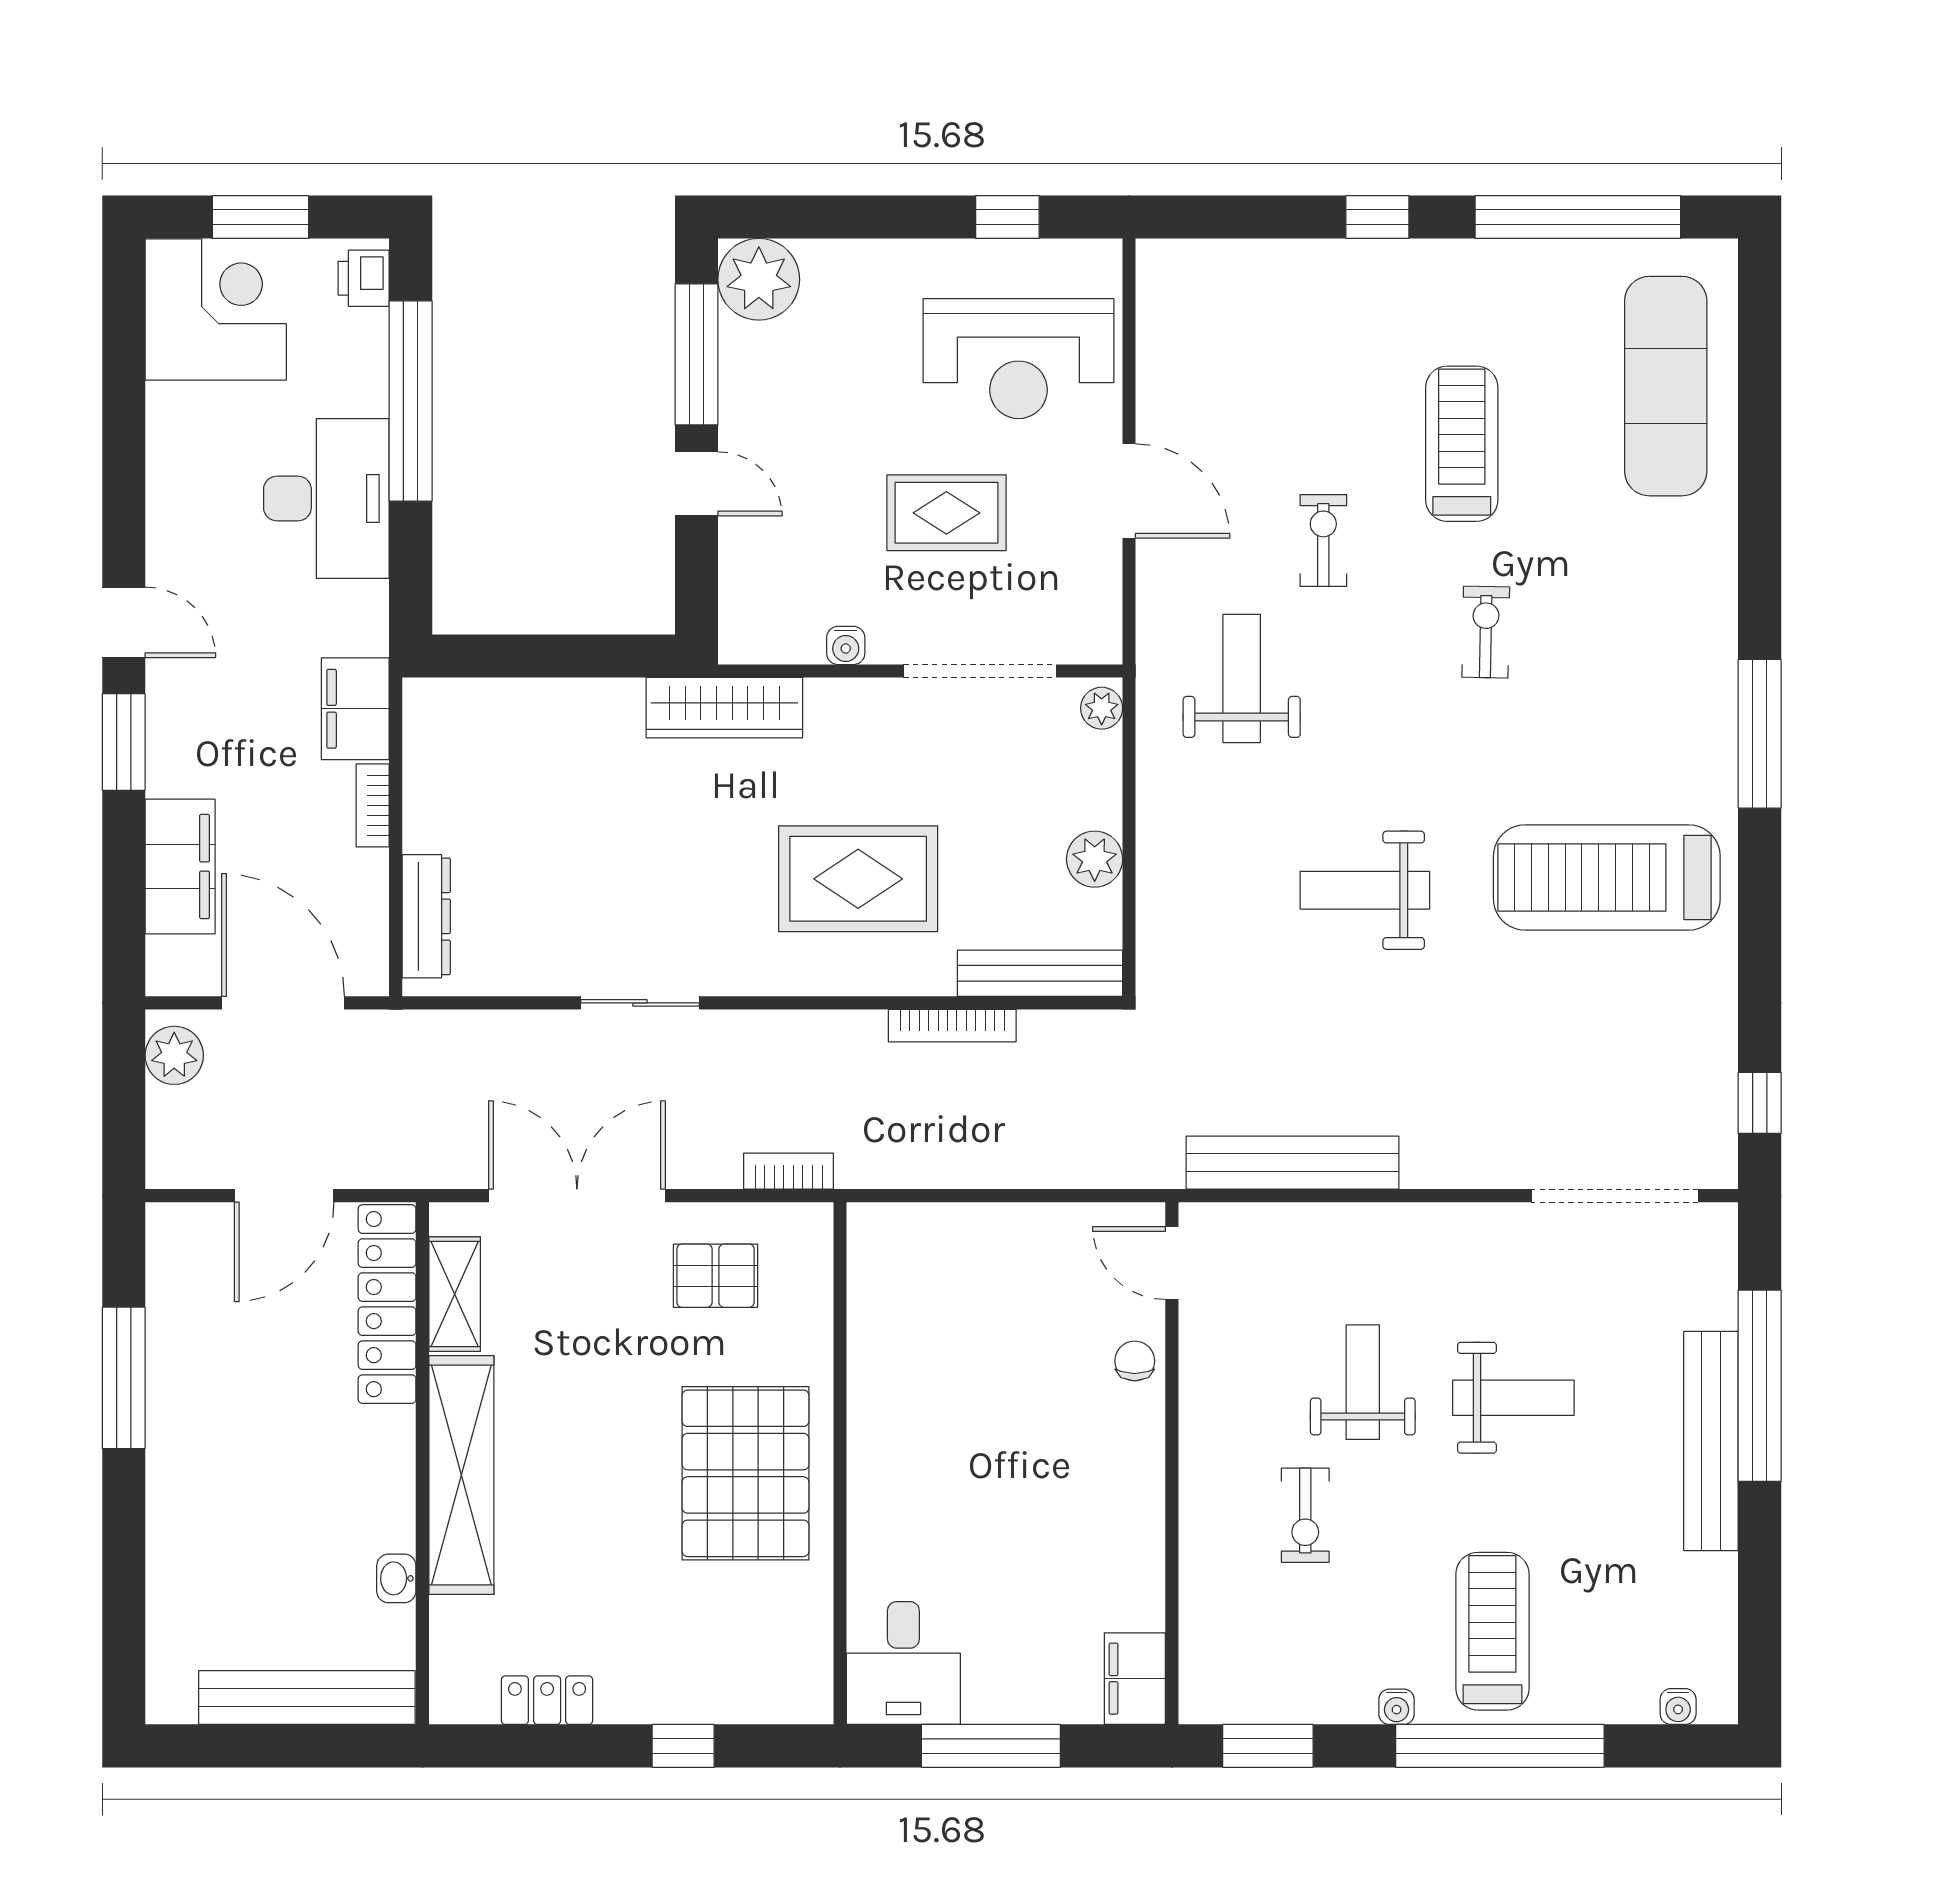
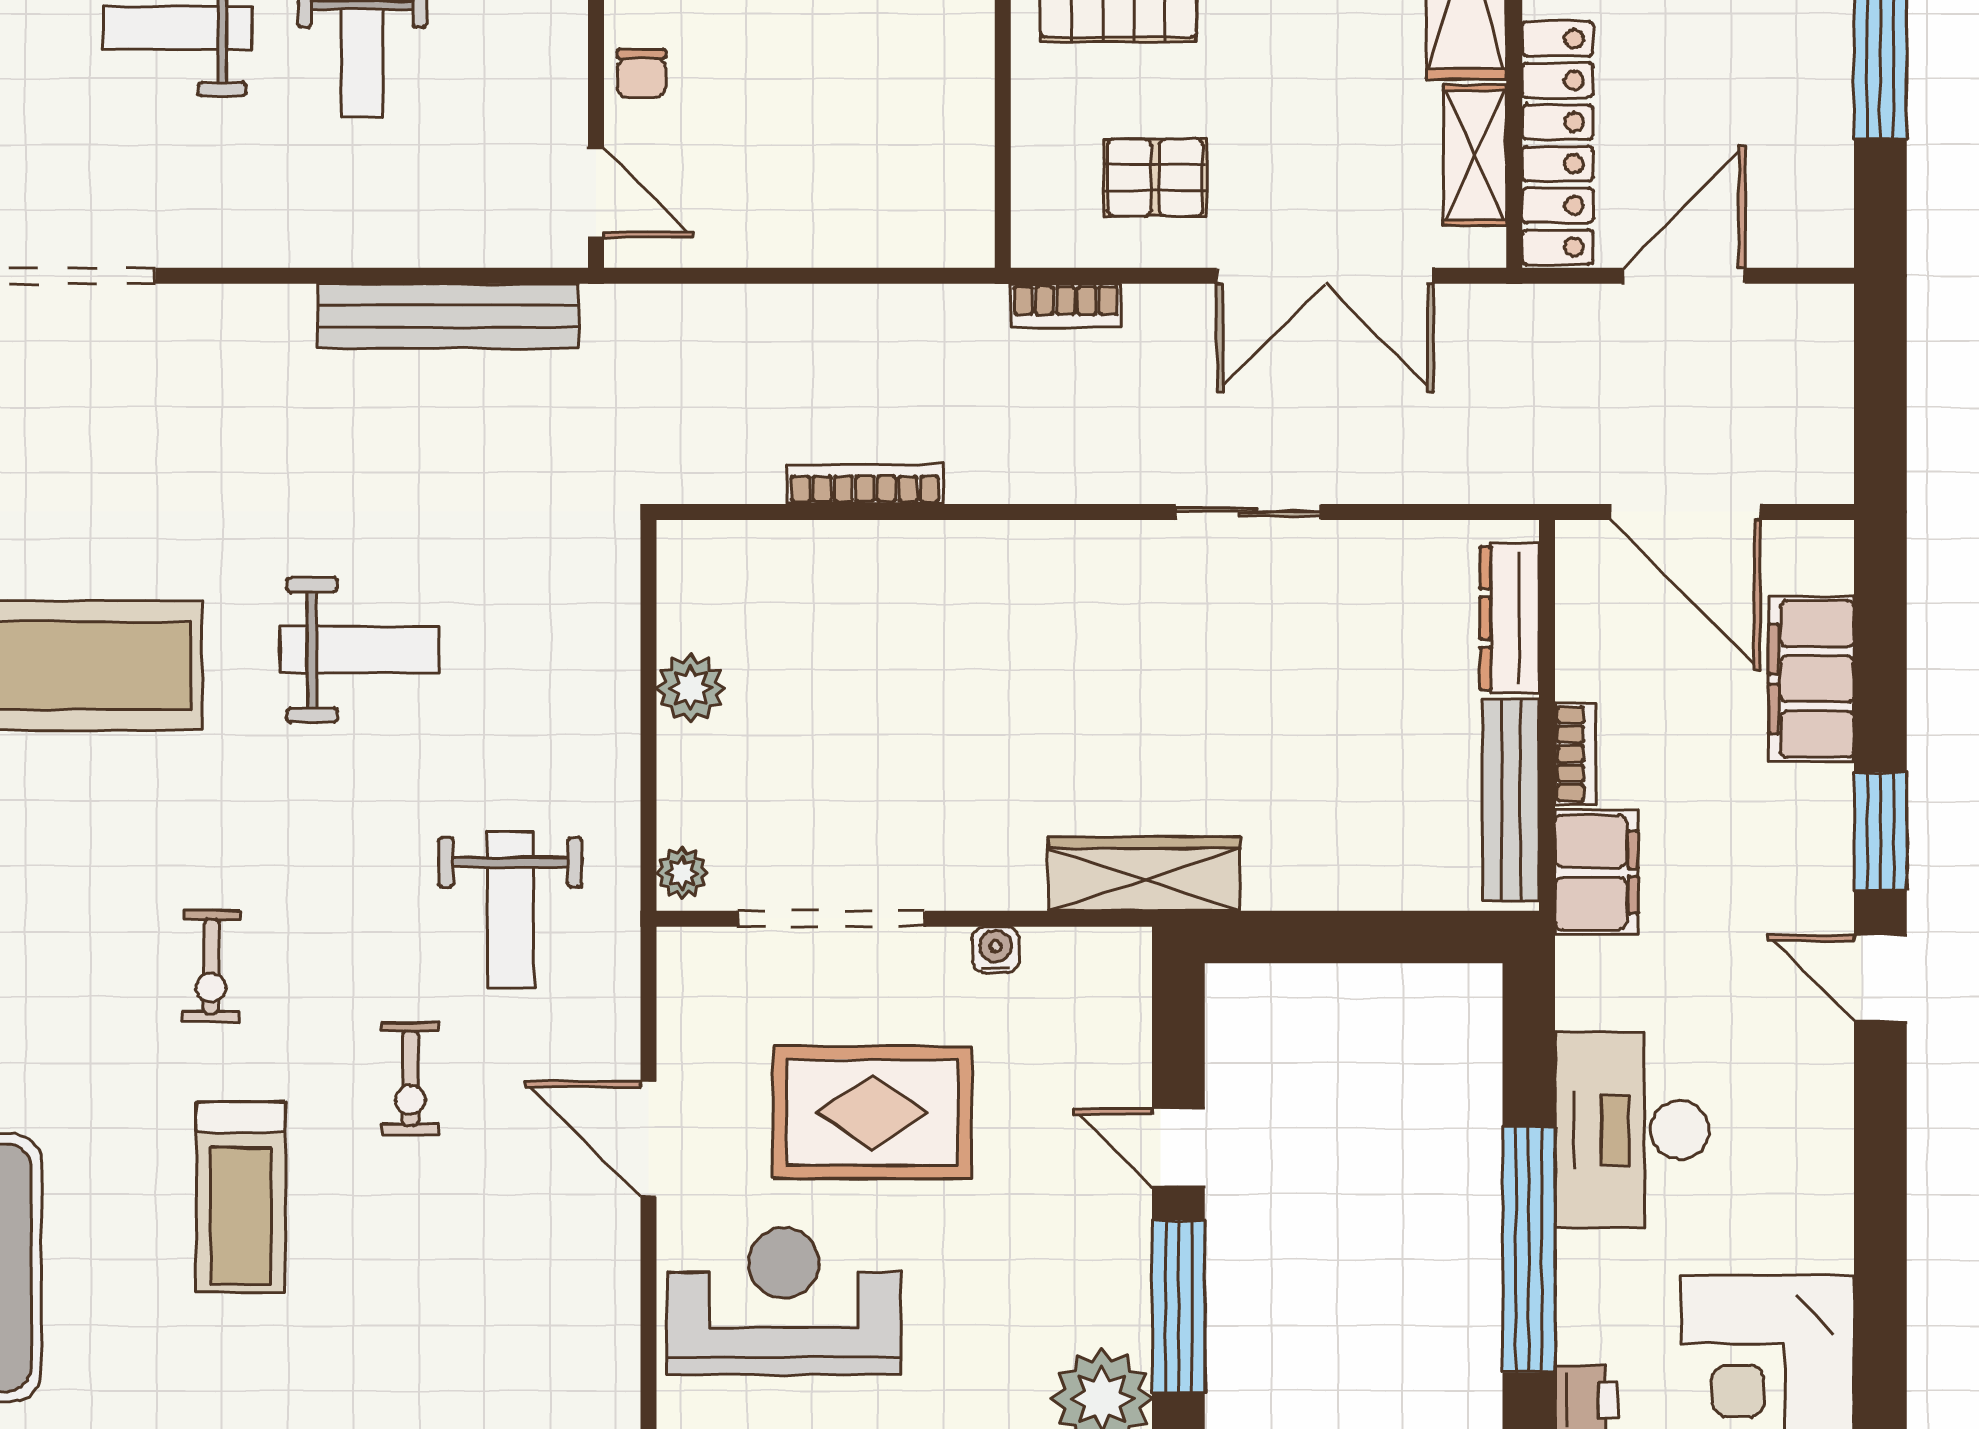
rug: (946, 513) -> (872, 1112), width x1.36, depth x1.43
rug: (858, 879) -> (980, 664), removed
bench: (1040, 973) -> (1511, 800), moved, turned 90
plant: (174, 1055) -> (1818, 448), removed

